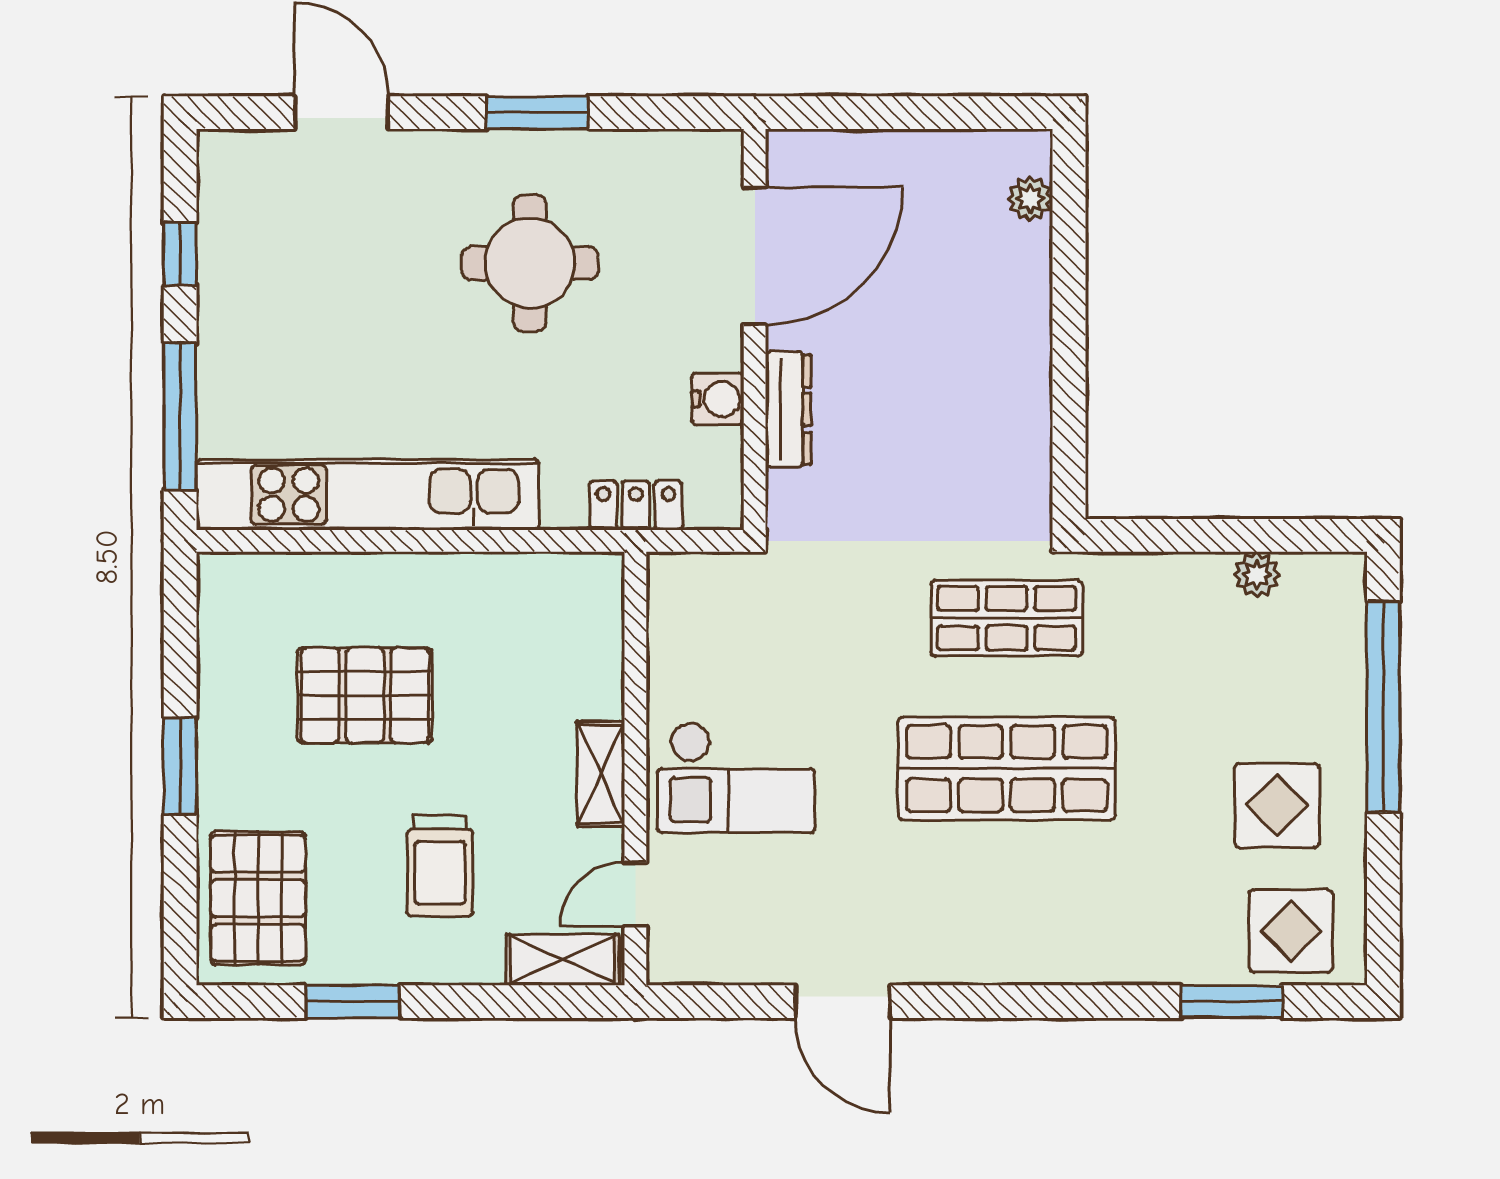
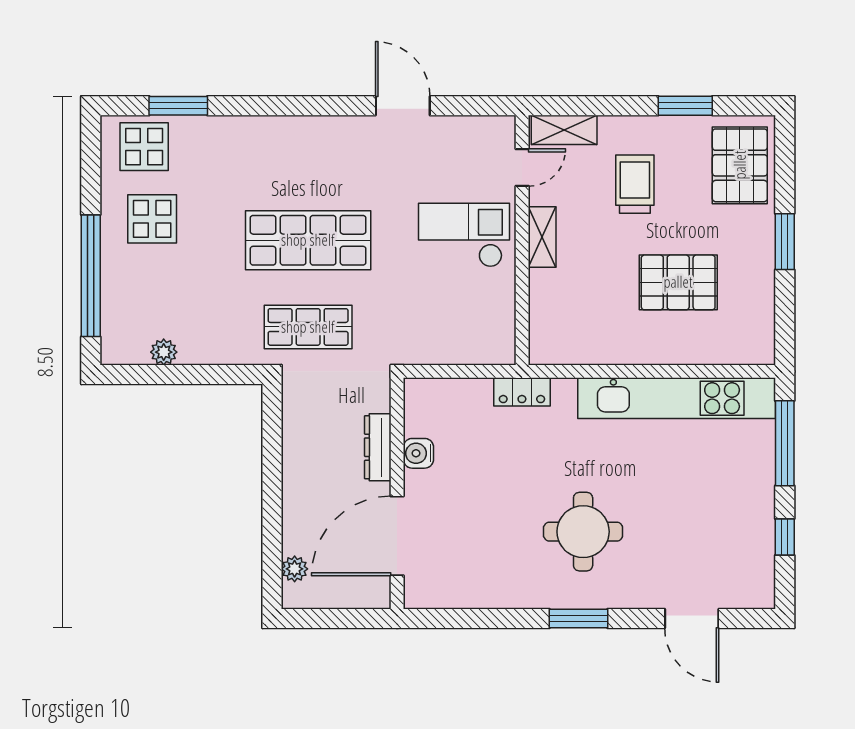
door: (755, 256) -> (397, 536), moved
wall: (755, 329) -> (397, 493), moved
water cooler: (718, 399) -> (418, 453), moved
dresser: (788, 410) -> (378, 447), moved

